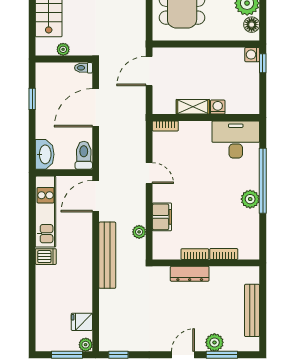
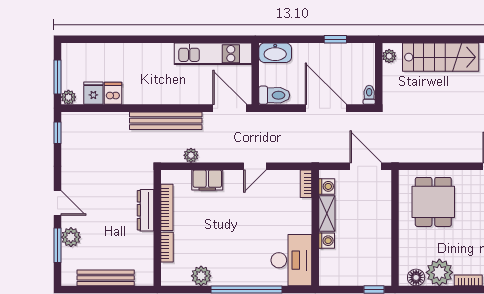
plant: (63, 49) -> (389, 56), moved
washing machine: (252, 55) -> (327, 186), moved, turned 90
plant: (250, 199) -> (201, 276), moved
bookcase: (195, 254) -> (167, 207), width x1.56
dishwasher: (46, 257) -> (113, 93), moved, turned 180

